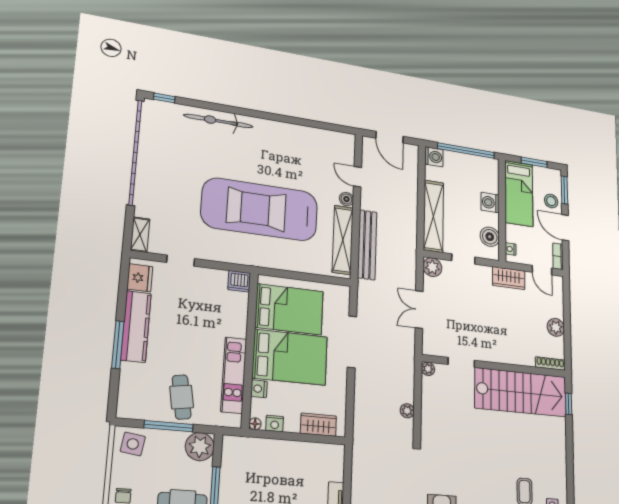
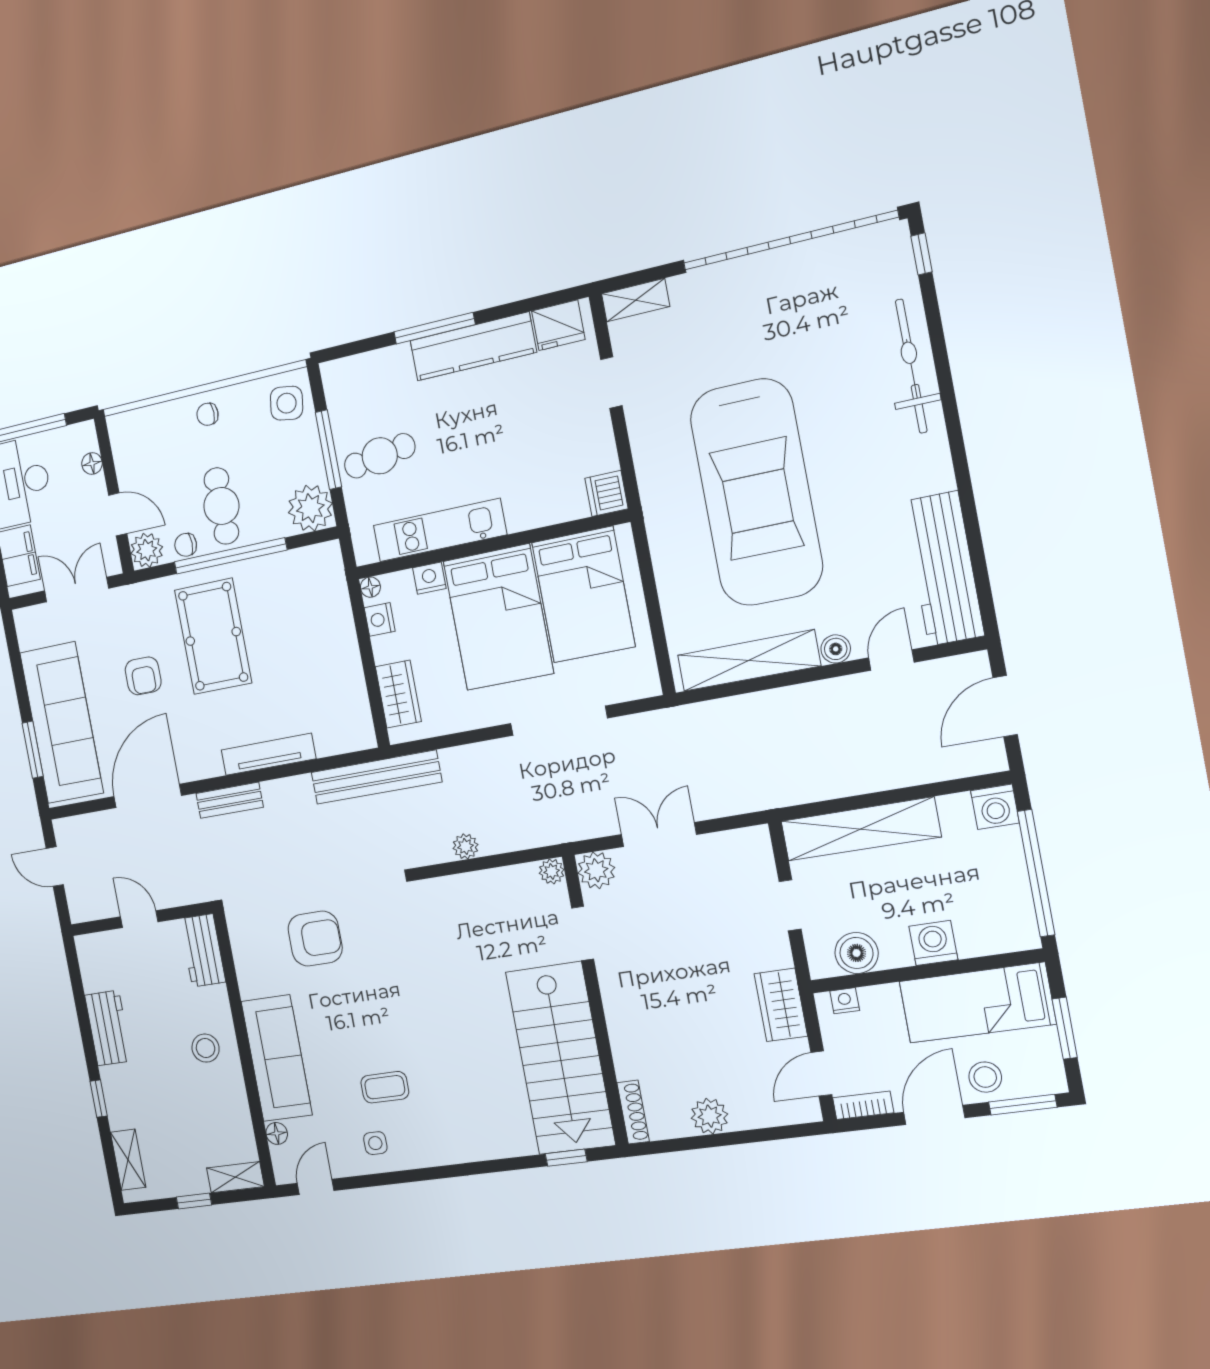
workbench: (320, 141) -> (943, 568), added
car: (260, 209) -> (756, 492), turned 180
bench: (367, 245) -> (376, 777), moved
plant: (432, 267) -> (596, 870), moved

